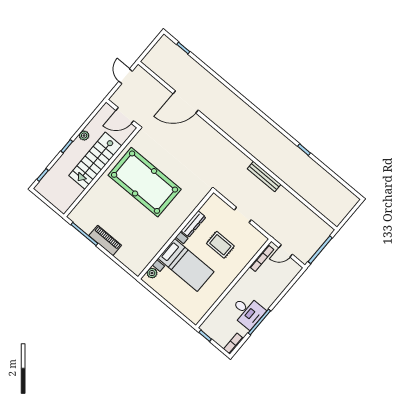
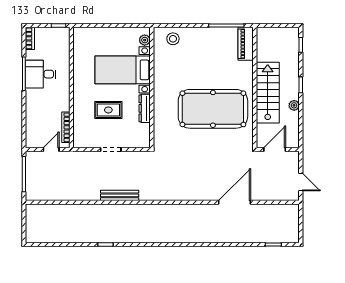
piano: (105, 240) -> (246, 44), moved, turned 90
stool: (131, 257) -> (173, 39), added

